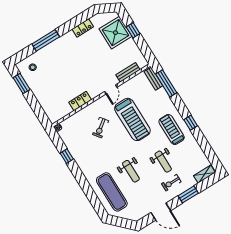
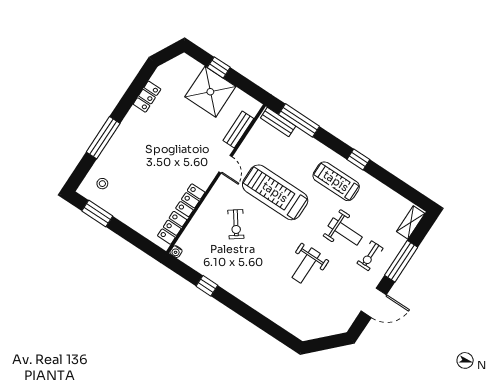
shower: (115, 33) -> (210, 92), moved
locker: (62, 112) -> (172, 228), added
treadmill: (132, 119) -> (275, 192), turned 180
weight bench: (131, 171) -> (306, 266), turned 90
exercise mat: (112, 192) -> (293, 307), removed
window: (188, 194) -> (401, 261), width x1.44

